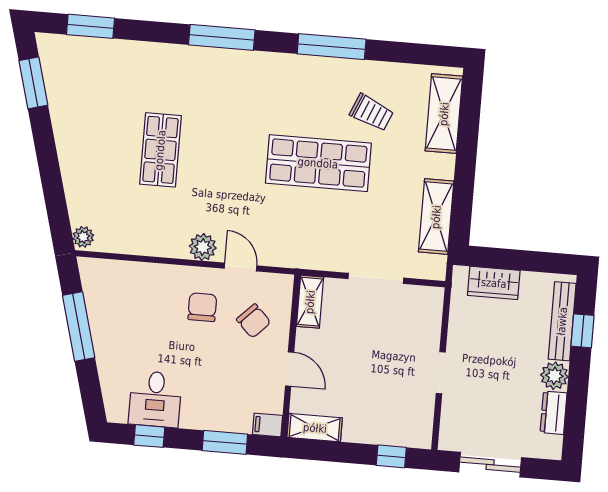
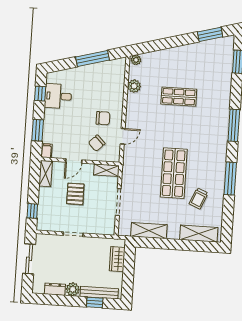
plant: (203, 247) -> (134, 86), moved
pallet: (358, 367) -> (75, 194), added

